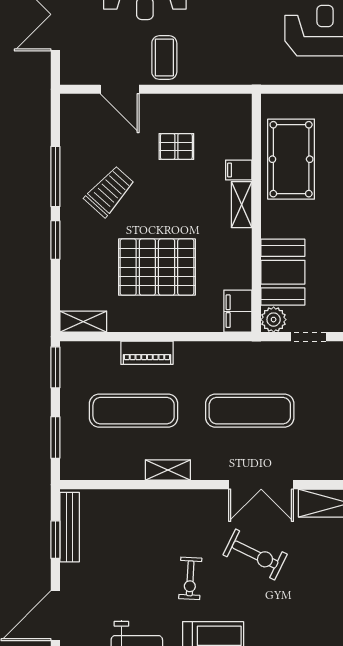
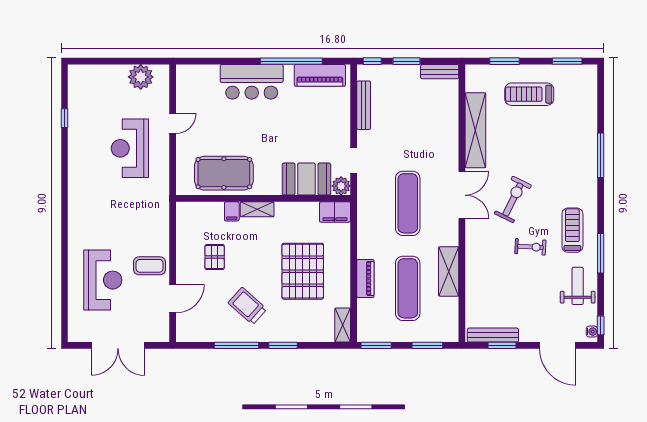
shelving: (168, 470) -> (449, 271), width x1.50, depth x1.33

